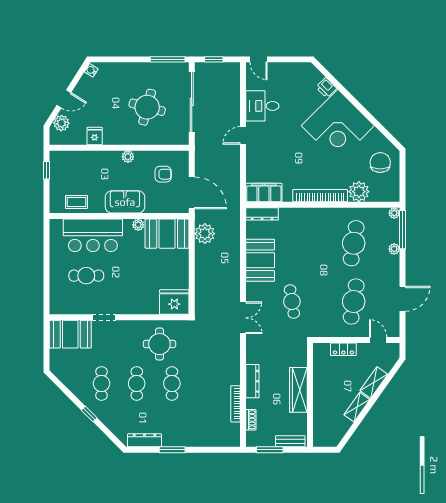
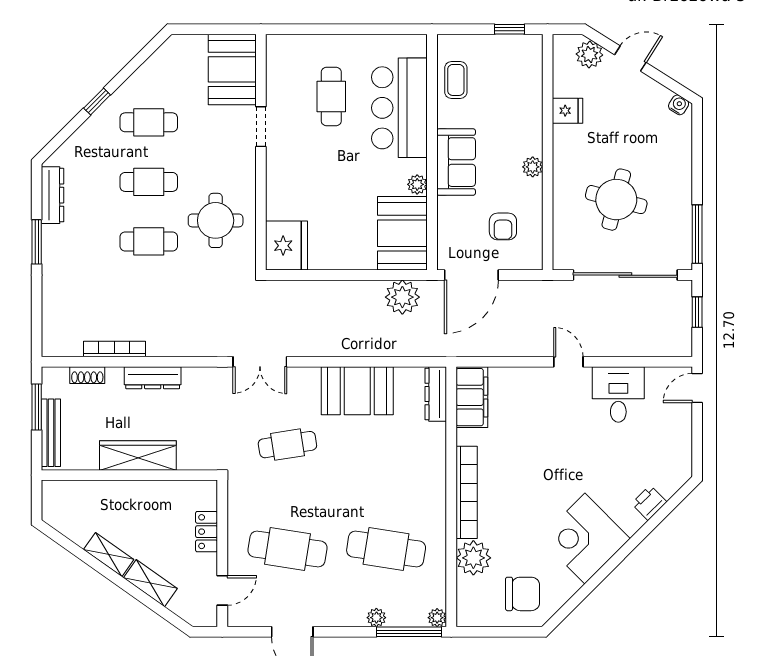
door: (64, 99) -> (630, 59), swing flipped
corner desk: (338, 126) -> (585, 539), width x0.74, depth x0.74
bench: (290, 441) -> (51, 433), width x1.36

